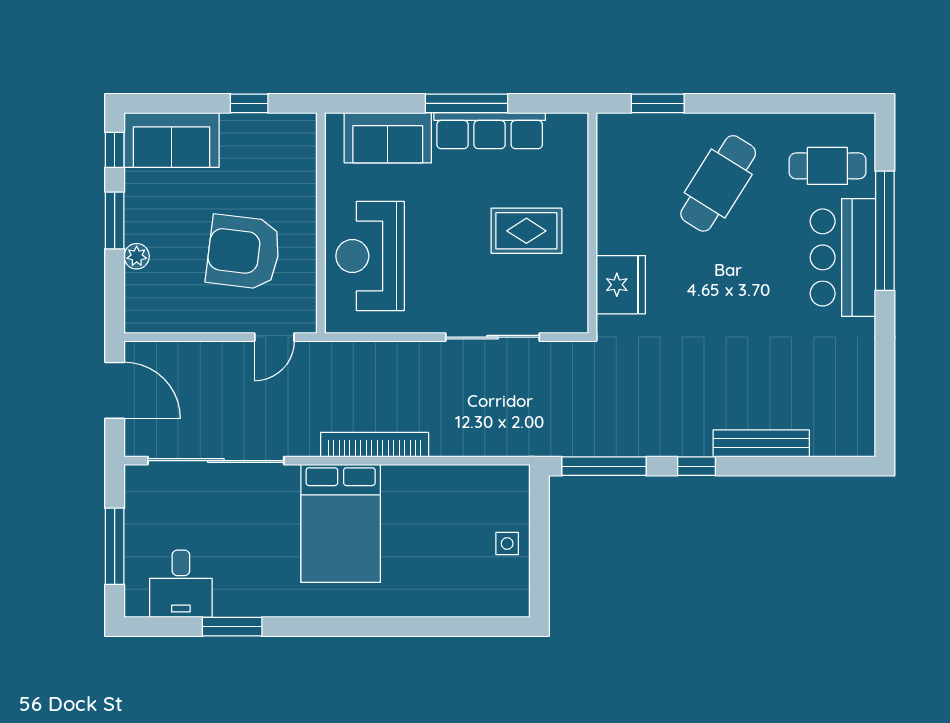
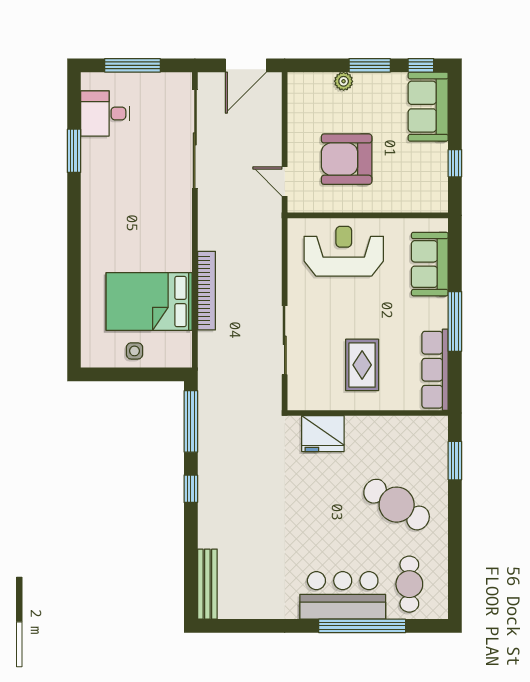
row of seats: (490, 131) -> (435, 370), moved
armchair: (244, 252) -> (347, 159), turned -97
bench: (761, 443) -> (207, 584), moved
bookcase: (375, 445) -> (206, 291), moved
bed: (341, 523) -> (149, 301), moved

